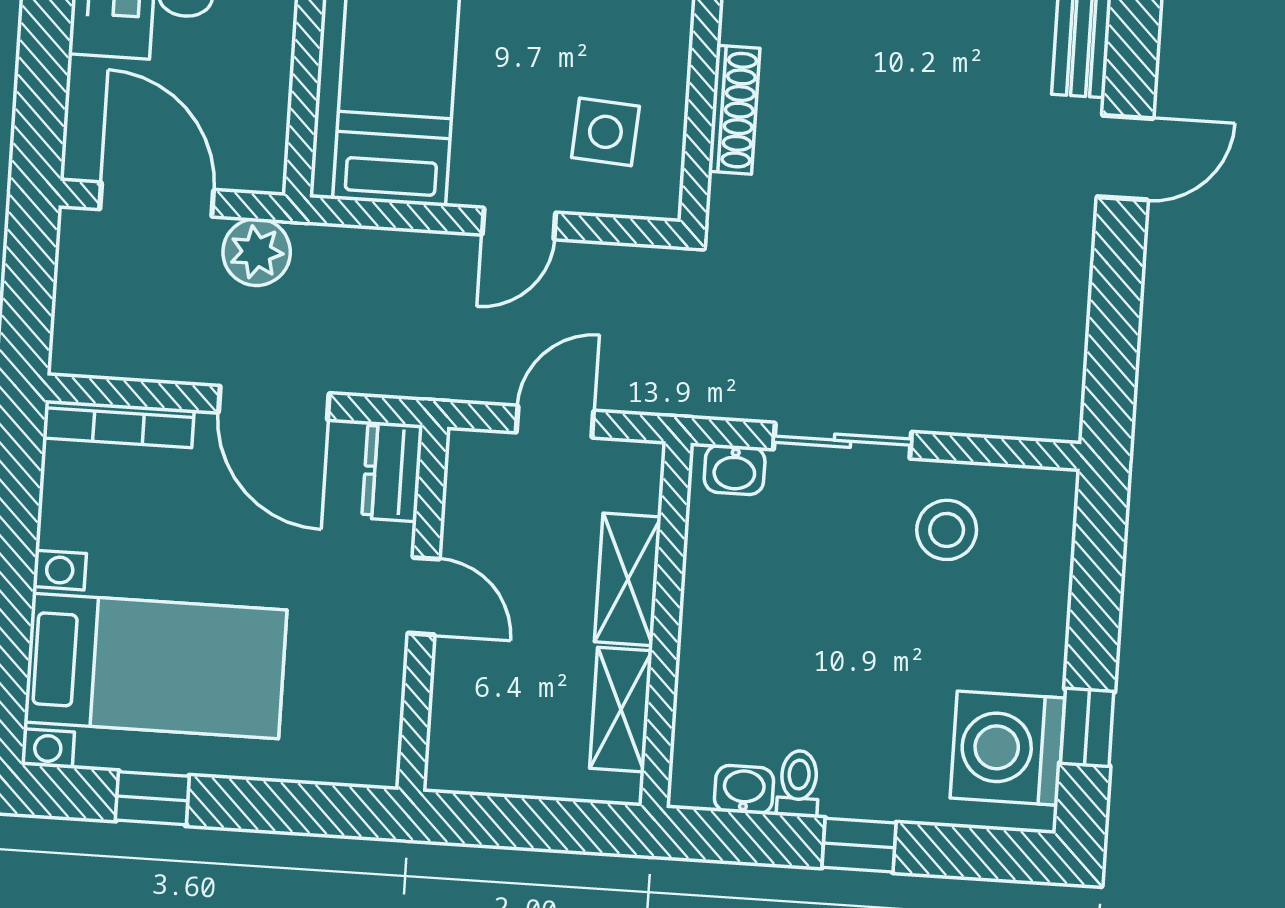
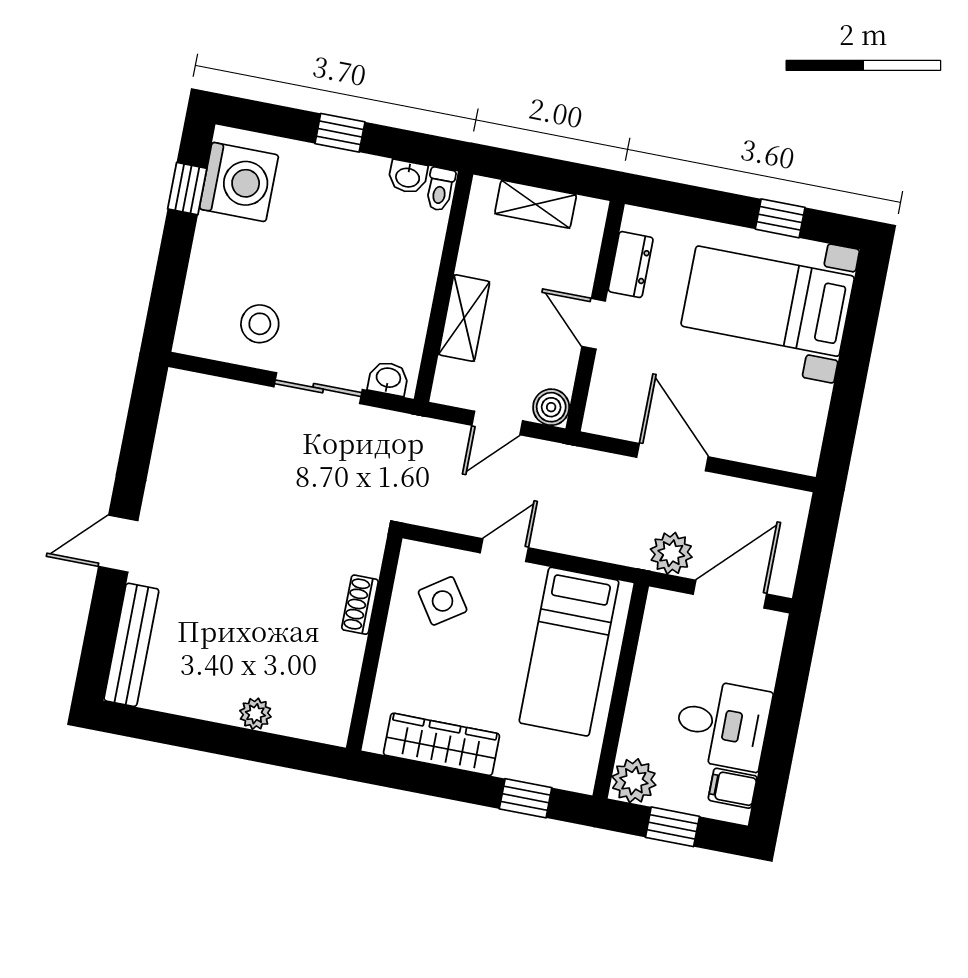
shoe rack: (734, 110) -> (360, 605), width x0.70
side table: (605, 132) -> (443, 601), turned -38
door: (157, 200) -> (730, 594), swing flipped
bookcase: (119, 424) -> (772, 456), removed
boiler: (474, 457) -> (551, 407), added
dresser: (392, 472) -> (631, 265), moved
shelving: (621, 710) -> (536, 204), moved, turned 90
toilet: (799, 784) -> (440, 189), moved

